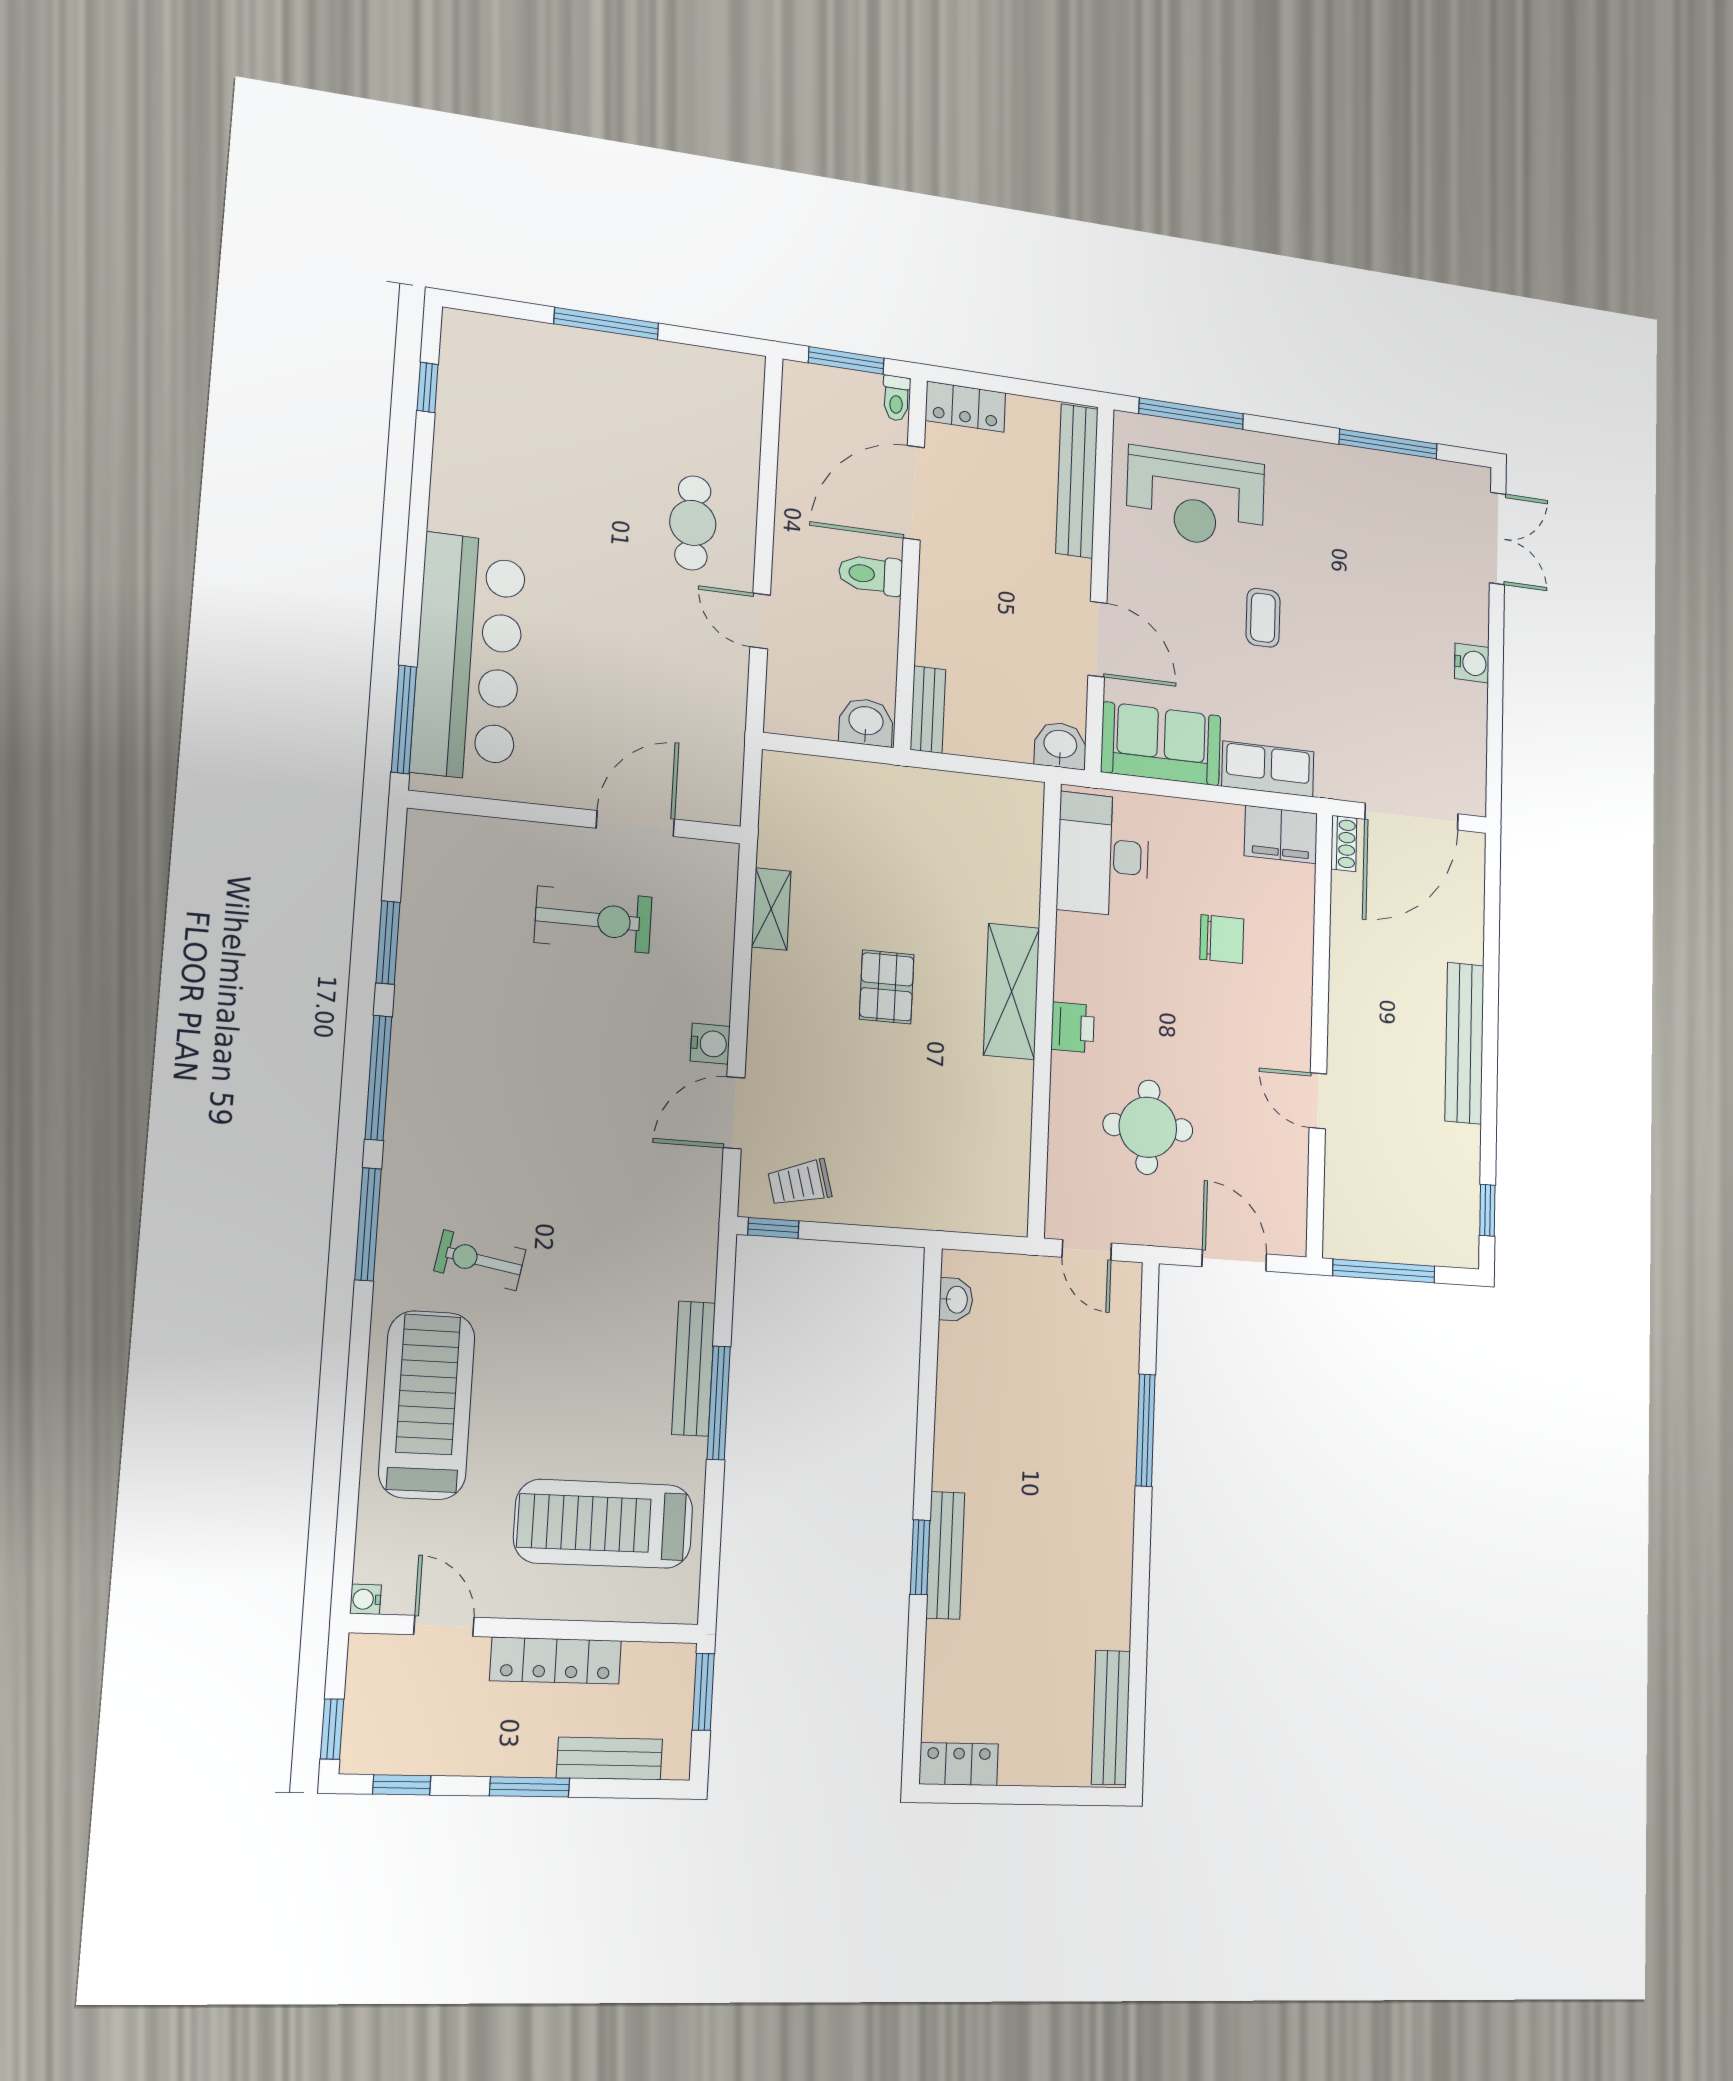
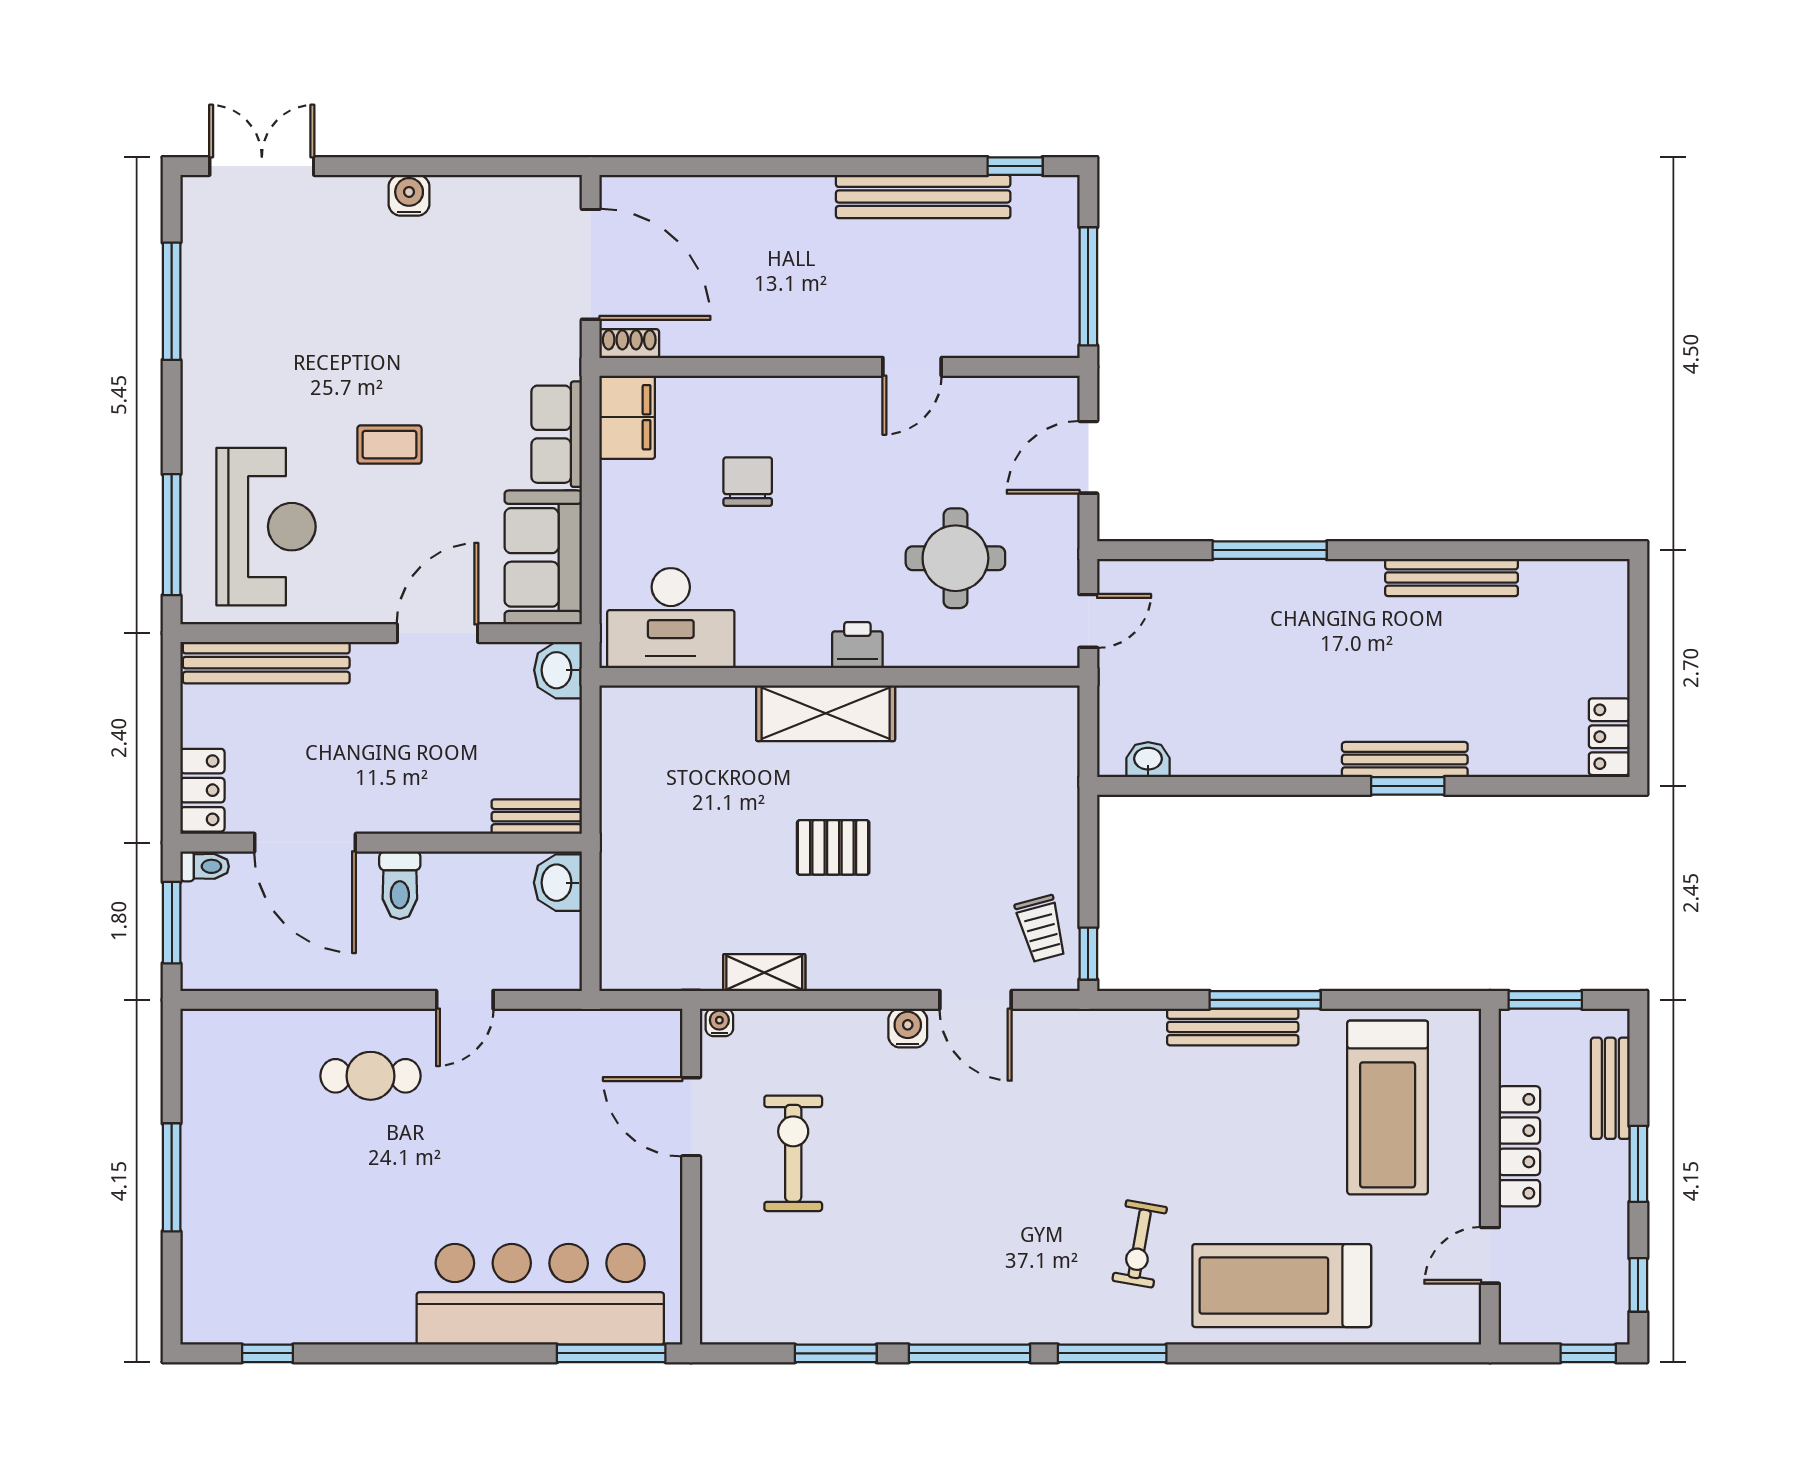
bench: (1464, 1043) -> (923, 196), moved
water cooler: (366, 1599) -> (719, 1022), moved, turned 180
bench: (1111, 1717) -> (1452, 577), moved

